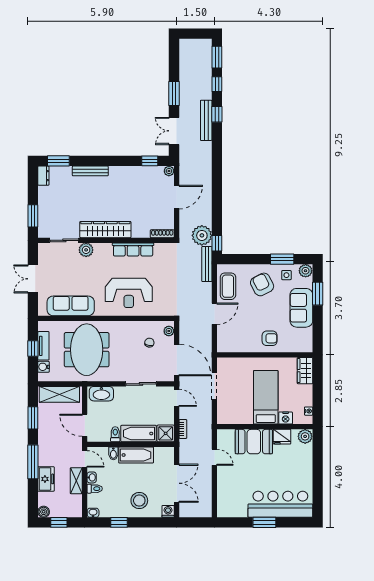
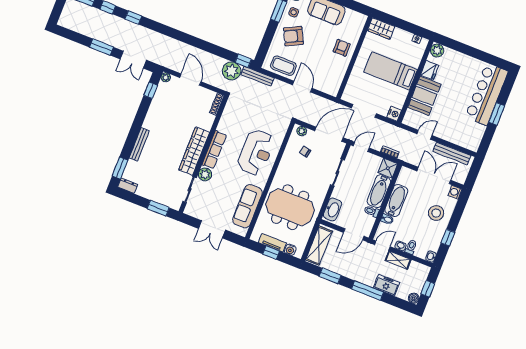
bench: (206, 120) -> (452, 154), moved
row of seats: (133, 249) -> (214, 150), moved
nightstand: (286, 418) -> (394, 114), moved

